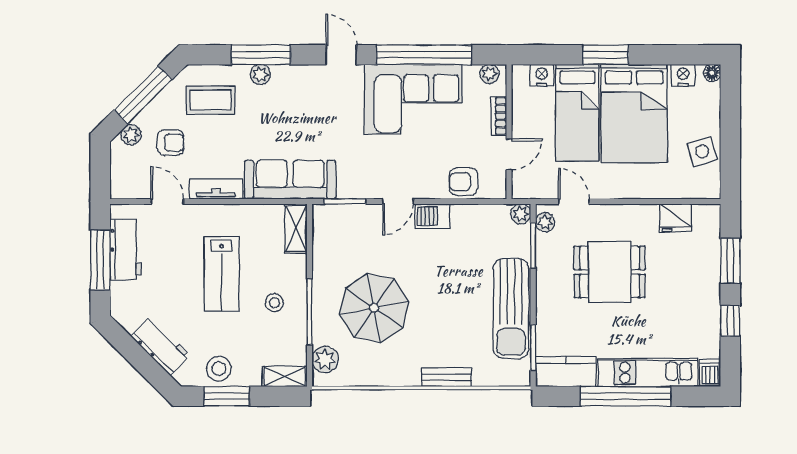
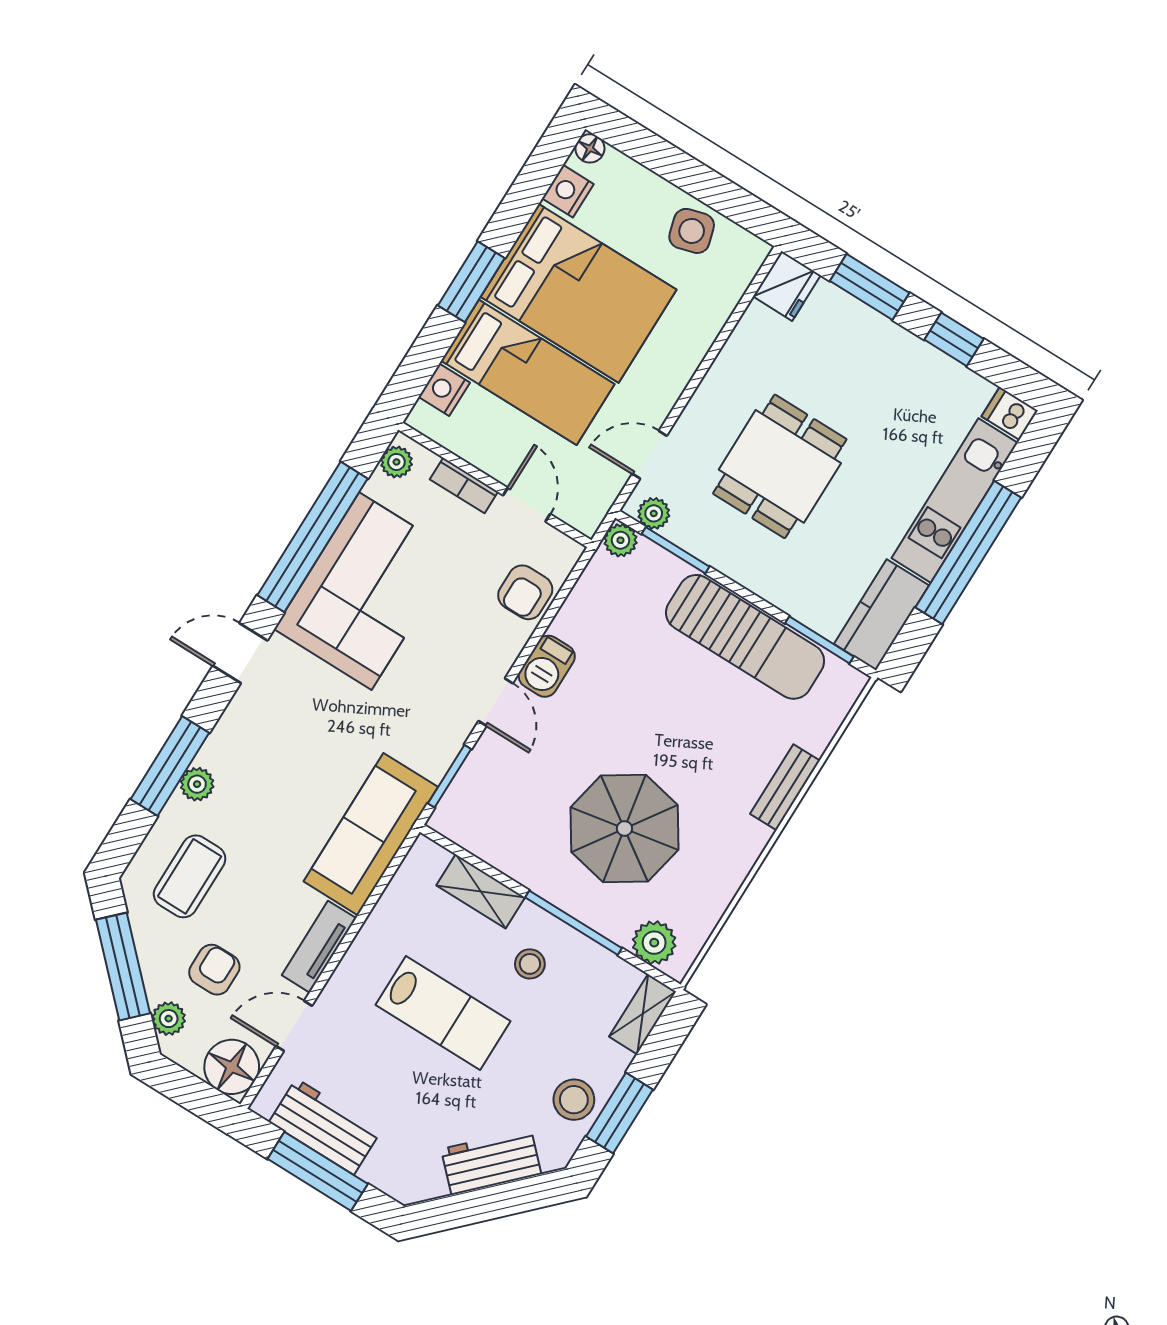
floor lamp: (126, 183) -> (232, 1067), added
fridge: (676, 218) -> (787, 286), moved
shelving: (296, 229) -> (481, 891), moved

